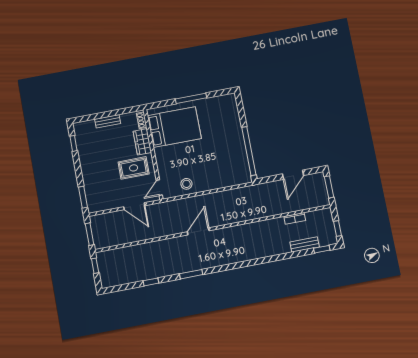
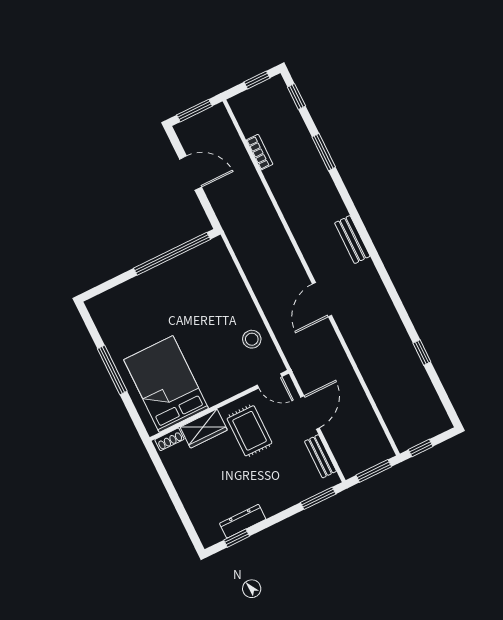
bench: (108, 121) -> (321, 456), moved
dresser: (82, 150) -> (243, 521), added
door: (198, 231) -> (322, 300), hinge flipped
bench: (305, 244) -> (352, 240), moved
window: (191, 274) -> (324, 152), moved

